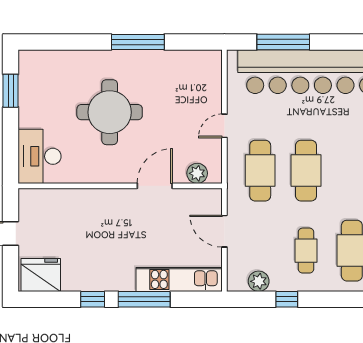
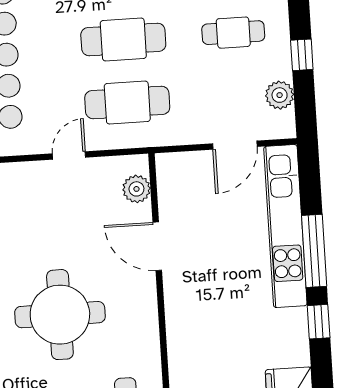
door: (224, 126) -> (69, 155), swing flipped
door: (224, 231) -> (235, 145), moved
kitchen unit: (179, 279) -> (285, 226), width x1.36

